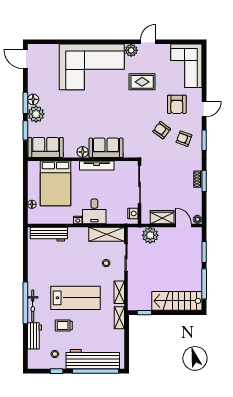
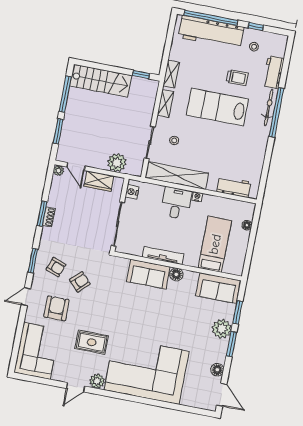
floor lamp: (33, 99) -> (217, 370), moved
armchair: (162, 130) -> (80, 282), turned -80
bed: (55, 183) -> (215, 244), width x0.67
workbench: (49, 234) -> (234, 187), width x0.73
shelving: (107, 234) -> (177, 176), width x1.47

